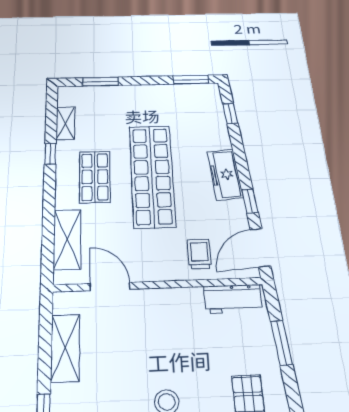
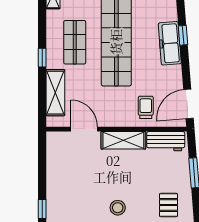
window: (50, 154) -> (42, 58), moved
window: (250, 201) -> (183, 35), moved
shelving: (65, 348) -> (123, 140), moved, turned 90

